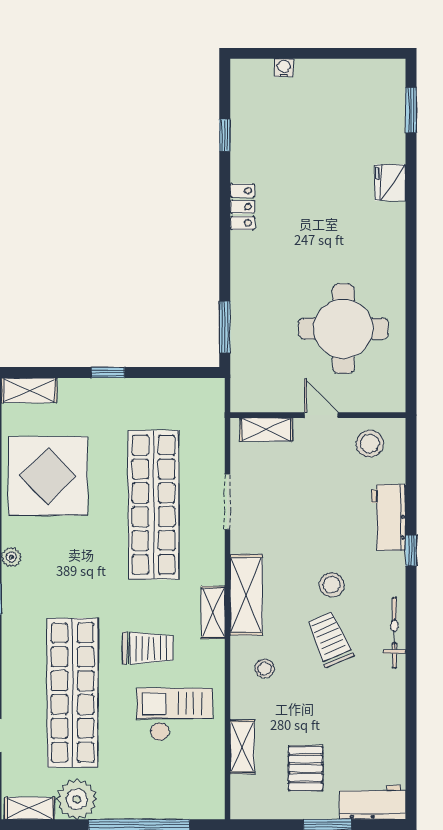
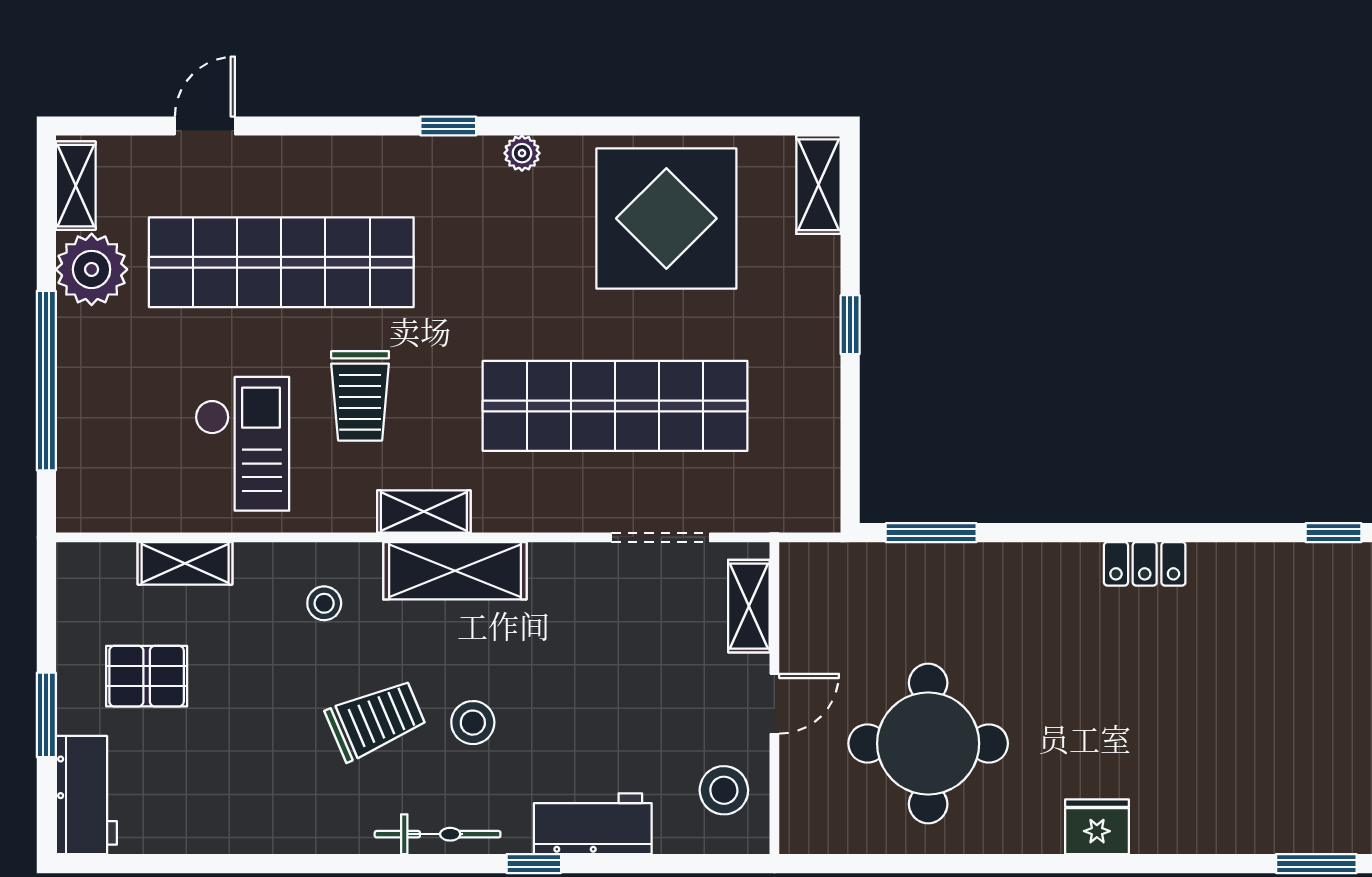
window: (225, 135) -> (1334, 533), moved
fridge: (390, 183) -> (1097, 827), moved
doorway: (227, 502) -> (660, 537), moved
bicycle: (394, 633) -> (438, 834), moved

